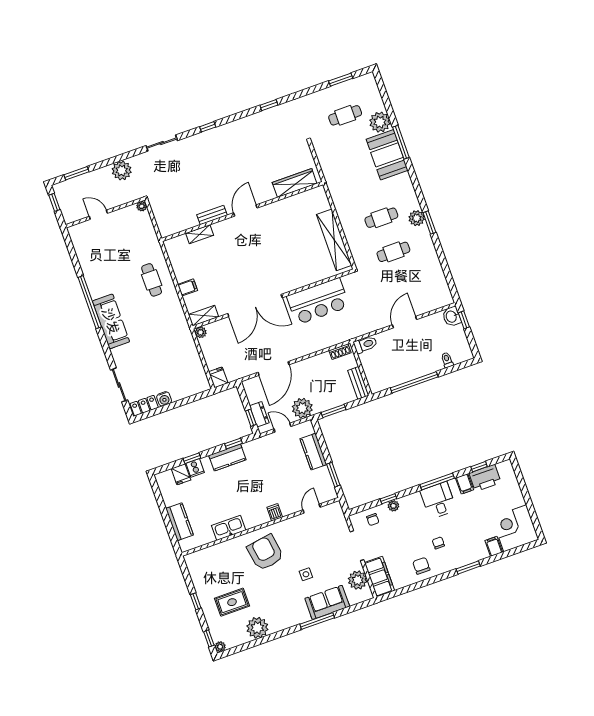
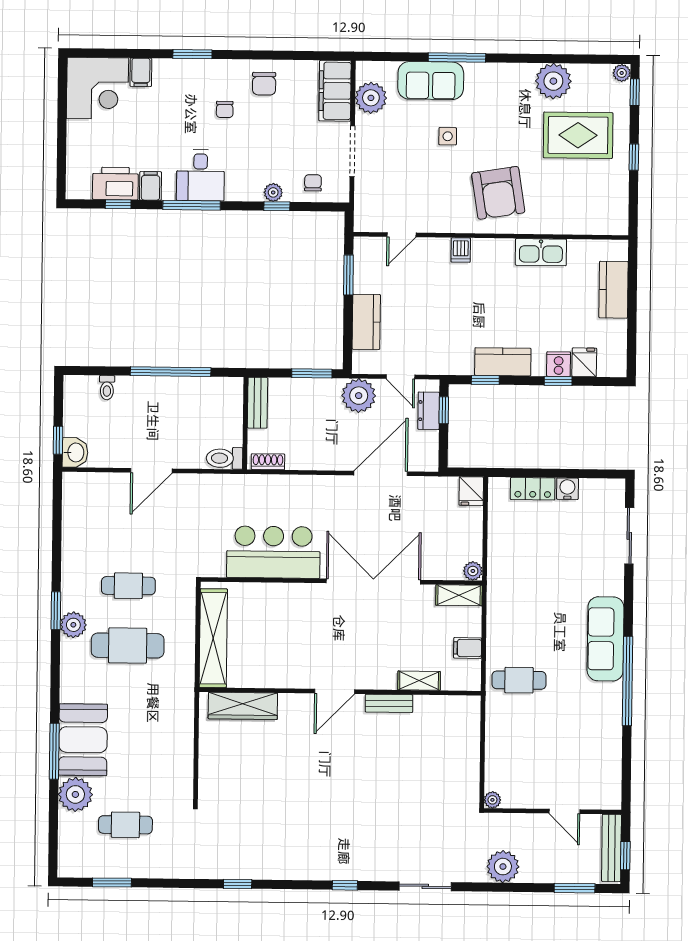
wardrobe: (295, 183) -> (243, 706), moved
bench: (64, 204) -> (611, 848), added
door: (245, 210) -> (335, 691), moved
wall: (242, 212) -> (340, 691), moved
bench: (212, 215) -> (389, 703), moved
cafe table: (381, 218) -> (128, 645), width x1.37, depth x1.35
shelving: (200, 234) -> (419, 681), moved
cafe table: (152, 280) -> (519, 680), turned 90
locker: (144, 406) -> (533, 489), moved
rug: (232, 602) -> (578, 135), width x1.36, depth x1.43

